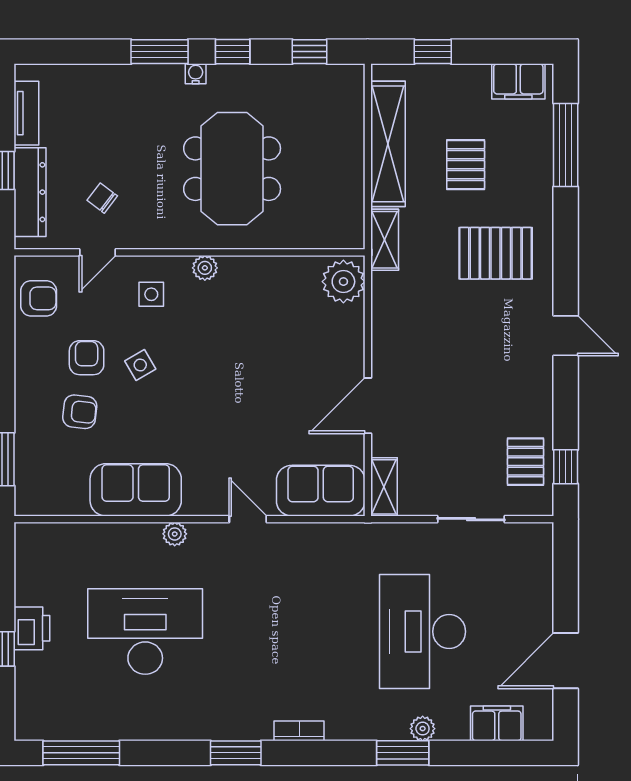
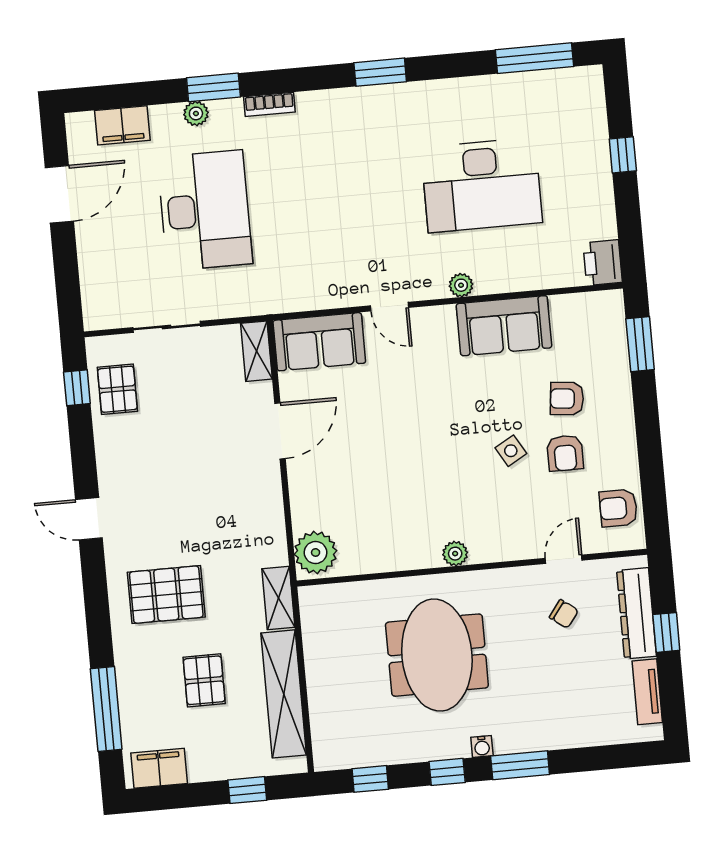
side table: (151, 294) -> (506, 522), removed
printer: (32, 628) -> (603, 263), moved
bookcase: (299, 731) -> (269, 104), moved

